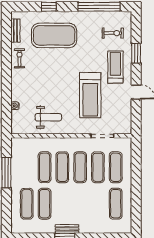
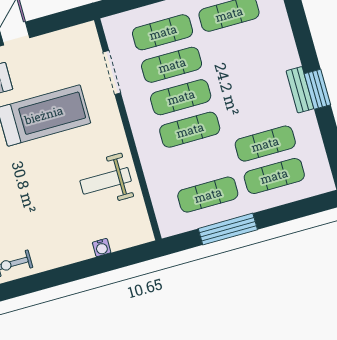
weight bench: (48, 117) -> (106, 181), turned -90
exercise mat: (45, 167) -> (208, 195), moved

